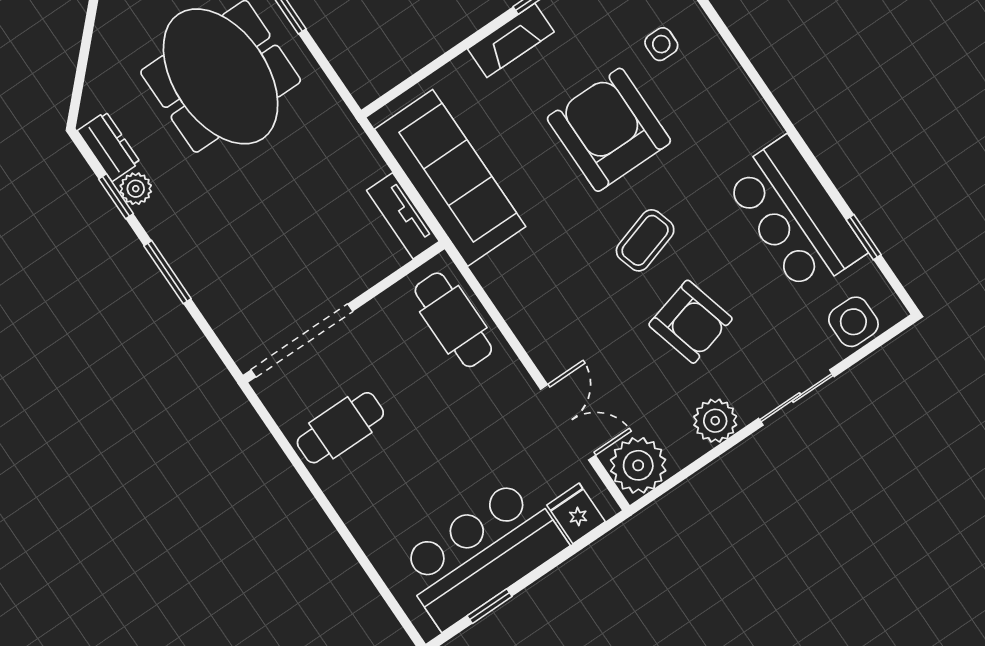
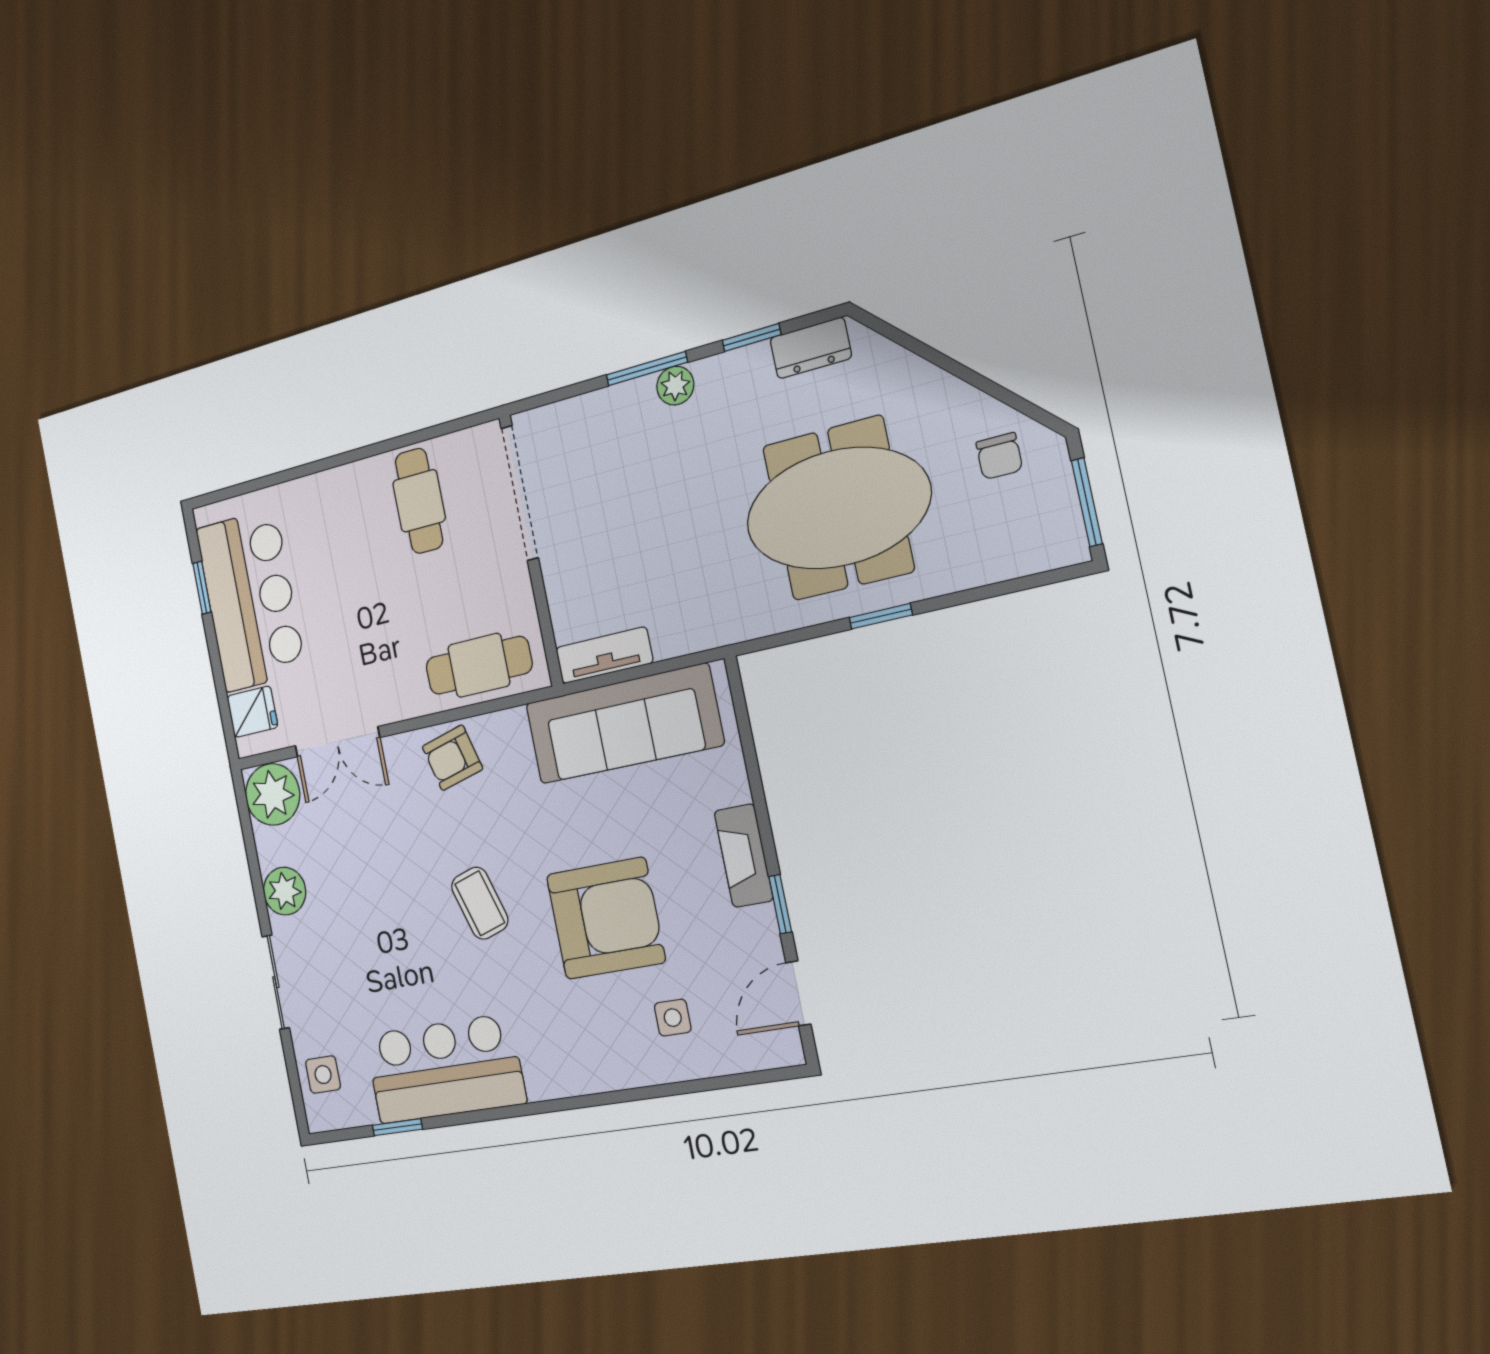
plant: (136, 189) -> (675, 386), moved
armchair: (690, 322) -> (452, 758), moved, width x0.72, depth x0.72
side table: (853, 322) -> (323, 1075), width x0.73, depth x0.73

